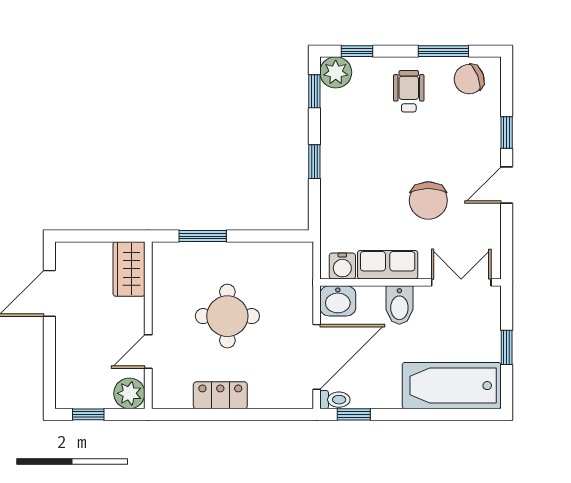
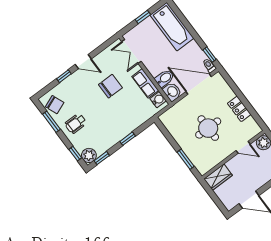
bidet: (399, 305) -> (164, 78), moved

